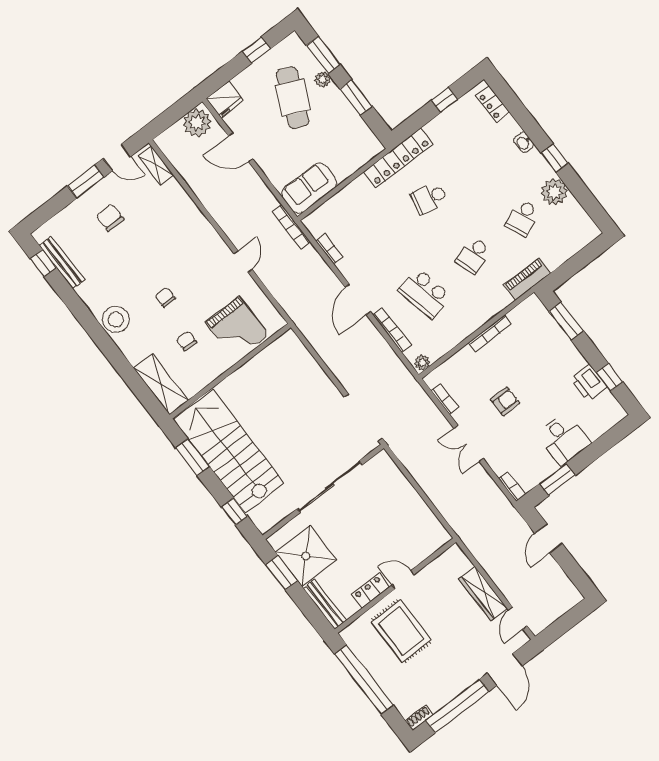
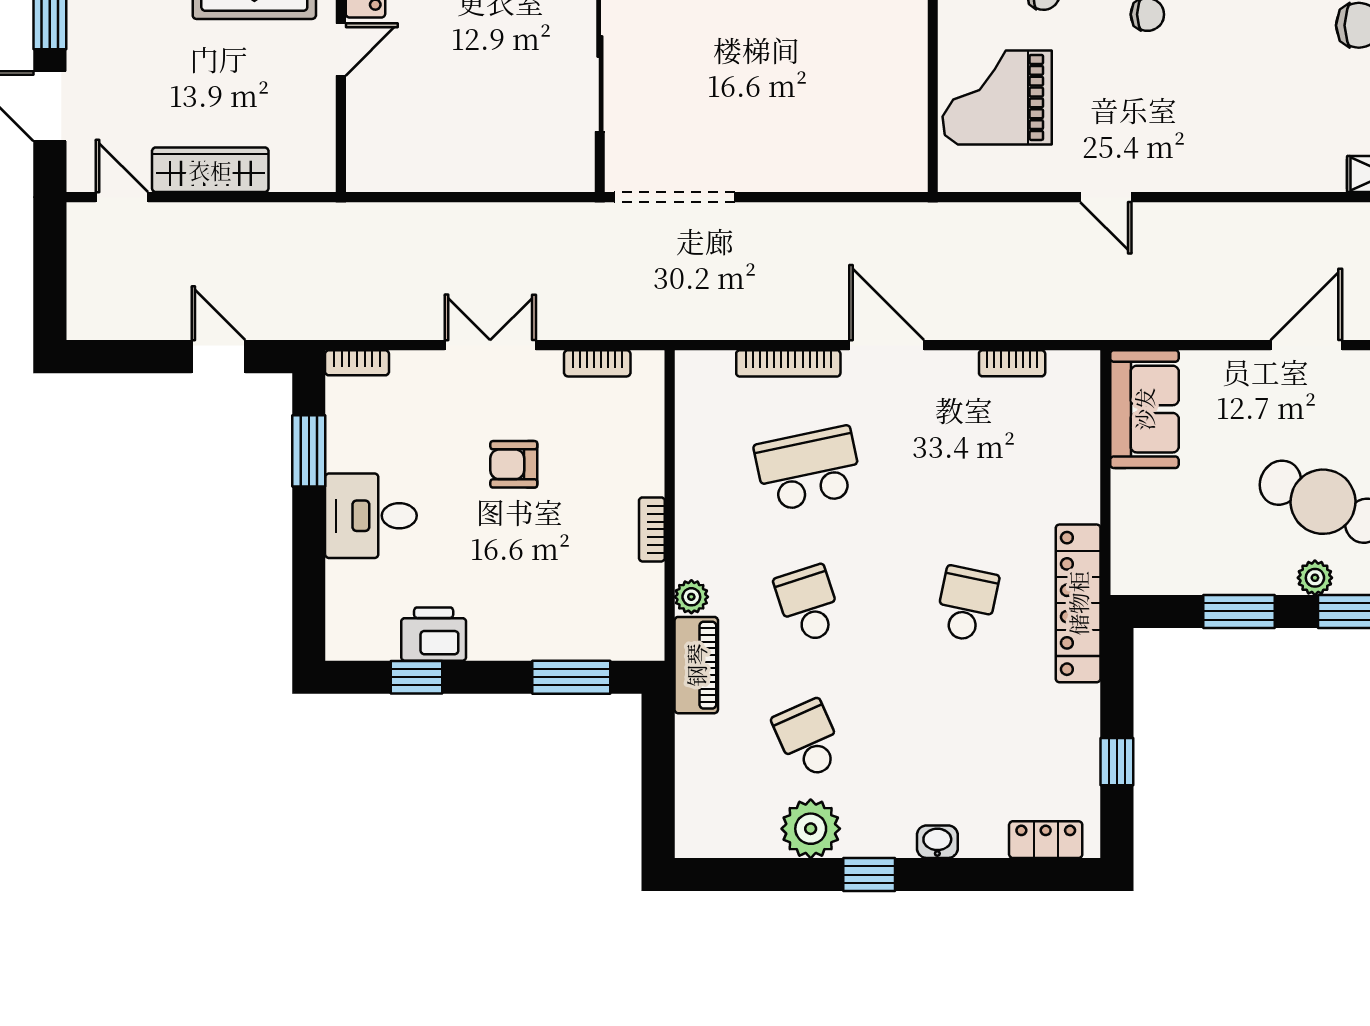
bookcase: (291, 227) -> (1101, 327), removed
bookcase: (490, 333) -> (652, 529), width x0.64
plant: (422, 363) -> (691, 597), moved
armchair: (505, 401) -> (514, 464), turned 90

